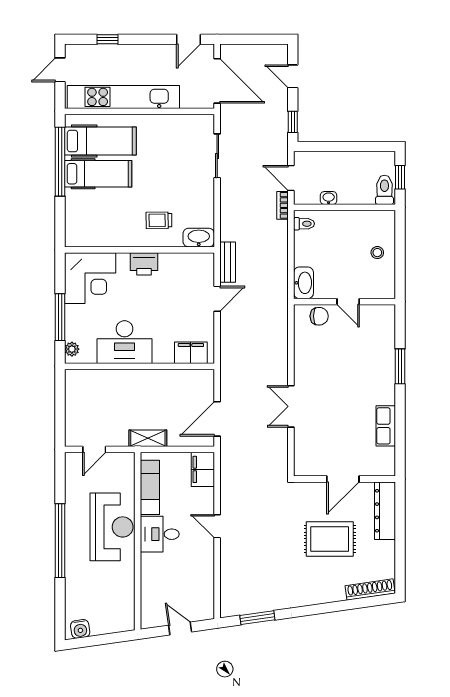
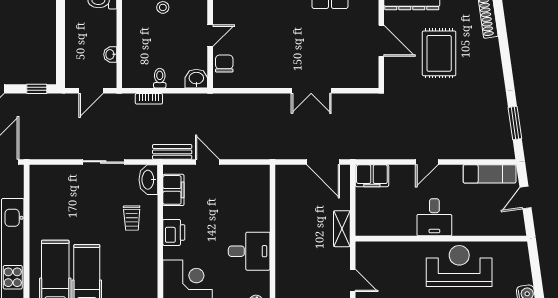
sliding door: (217, 156) -> (103, 162), moved
bookcase: (283, 205) -> (149, 99), moved
toilet: (304, 224) -> (160, 78), moved
washbasin: (304, 283) -> (196, 79), width x0.72
desk: (125, 342) -> (249, 251), width x0.73
filing cabinet: (191, 353) -> (173, 190), moved, turned 180
exam couch: (150, 487) -> (490, 174), moved, turned 180
reception desk: (112, 527) -> (459, 266), moved

